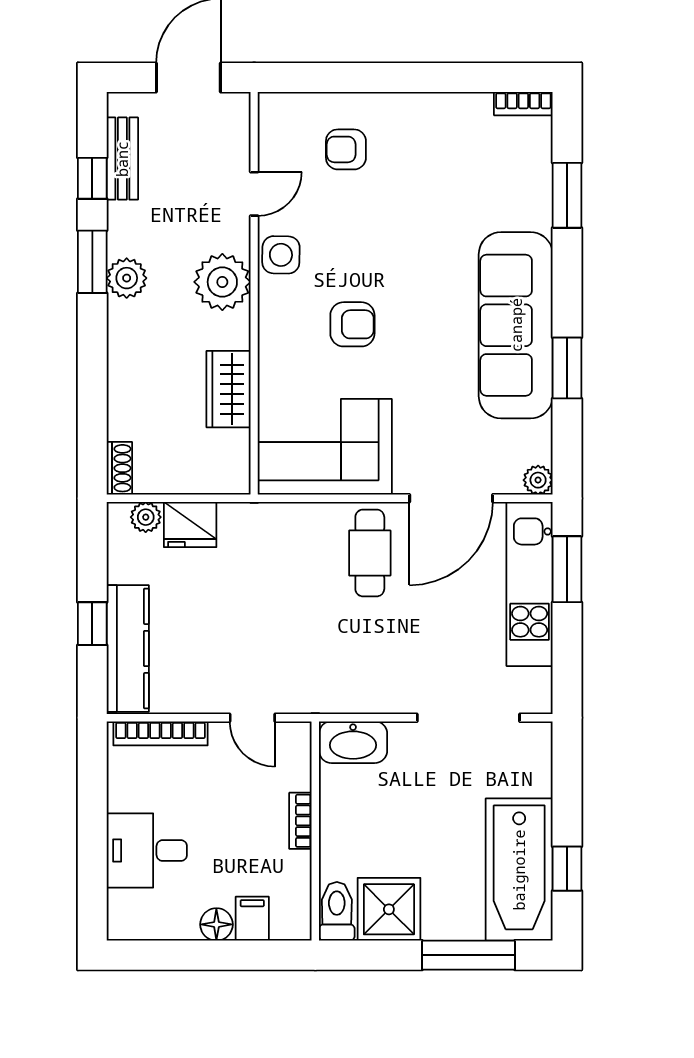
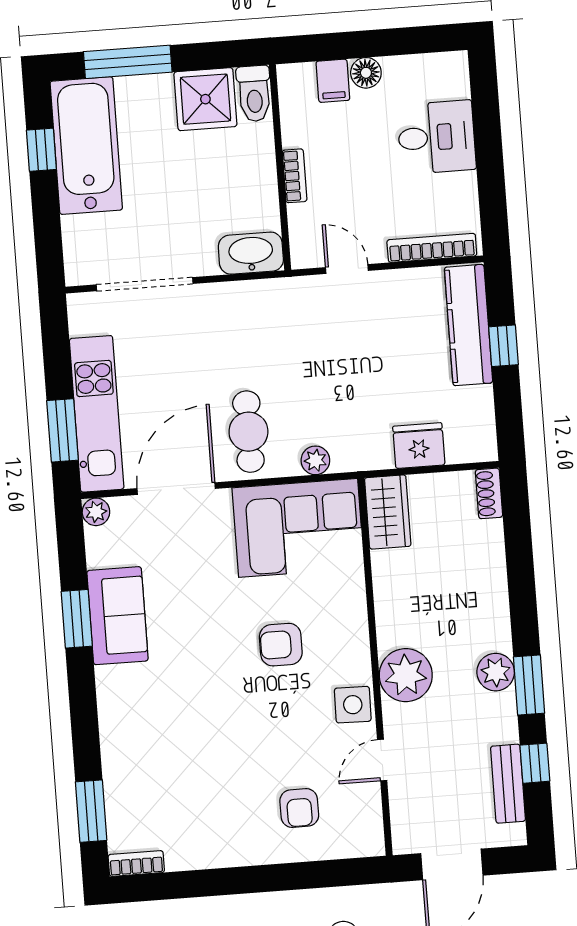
armchair: (346, 149) -> (299, 808), turned 90
window: (567, 195) -> (91, 811), moved
sofa: (516, 325) -> (117, 616), width x0.54, depth x0.79
wardrobe: (228, 389) -> (388, 512), moved
plant: (146, 517) -> (315, 460), moved

